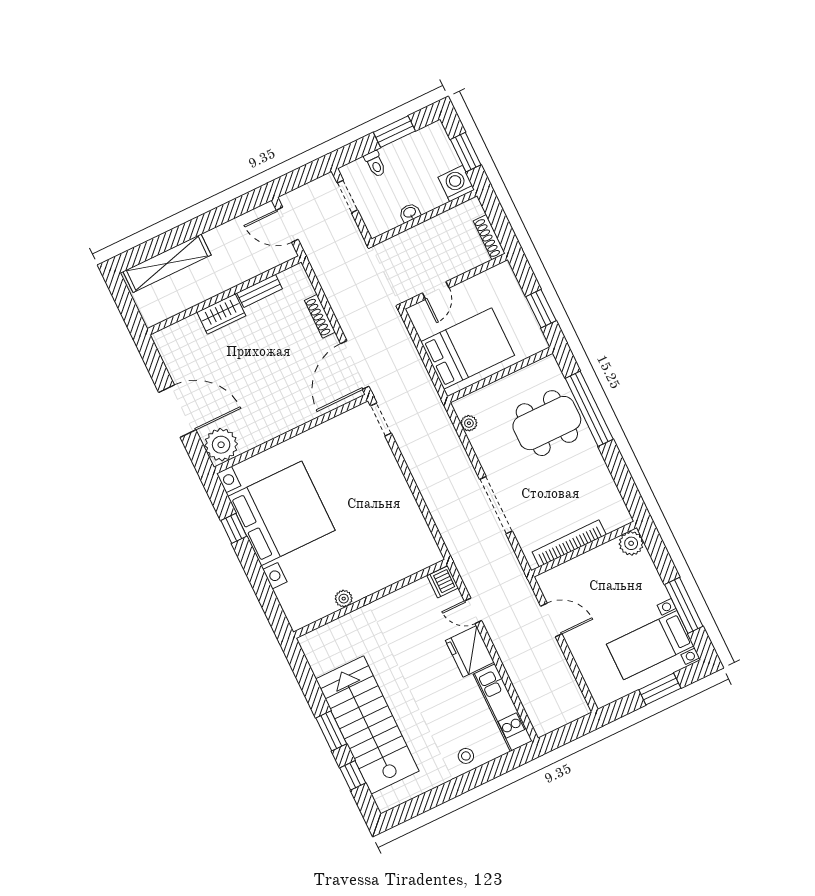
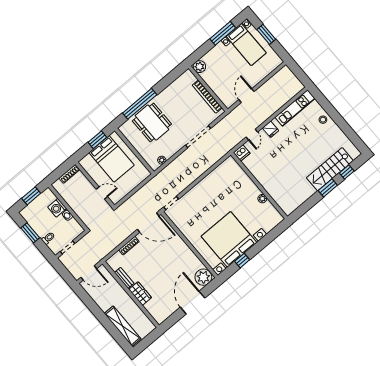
washing machine: (456, 183) -> (57, 208), moved
door: (287, 225) -> (89, 273), hinge flipped
bed: (468, 349) -> (112, 159), moved, turned 180
fridge: (470, 651) -> (270, 129), width x0.53, depth x0.75
stairs: (367, 725) -> (330, 169), width x0.73, depth x0.66

